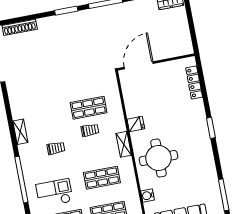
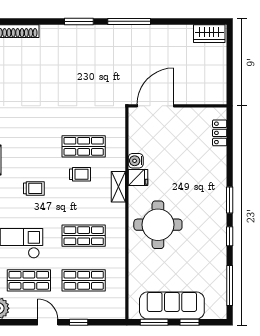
locker: (194, 83) -> (220, 133), width x0.66
shelving: (124, 144) -> (118, 187), moved
window: (216, 156) -> (230, 236), added
water cooler: (148, 196) -> (136, 161), moved

